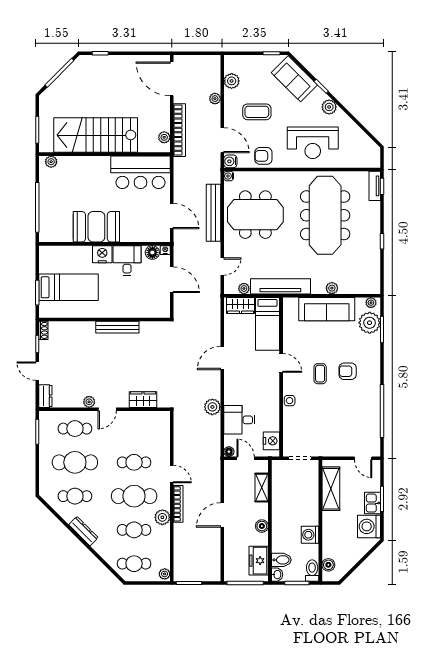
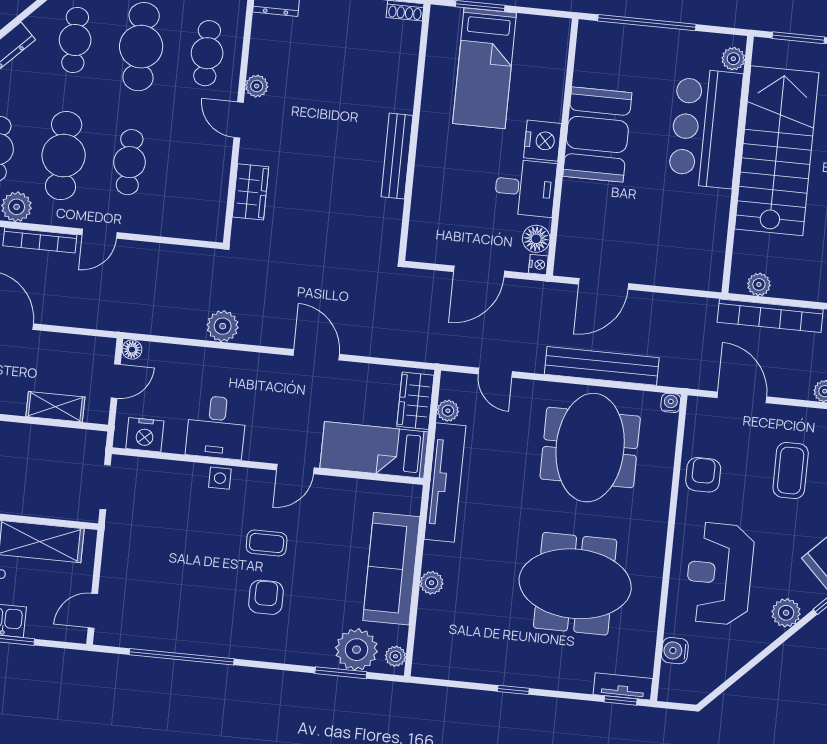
door: (222, 140) -> (742, 397), swing flipped
water cooler: (230, 161) -> (675, 651), moved, turned -90
bar counter: (140, 172) -> (706, 128), moved
meeting table: (325, 215) -> (575, 584), width x0.73
desk: (239, 420) -> (216, 427), moved, turned 180

